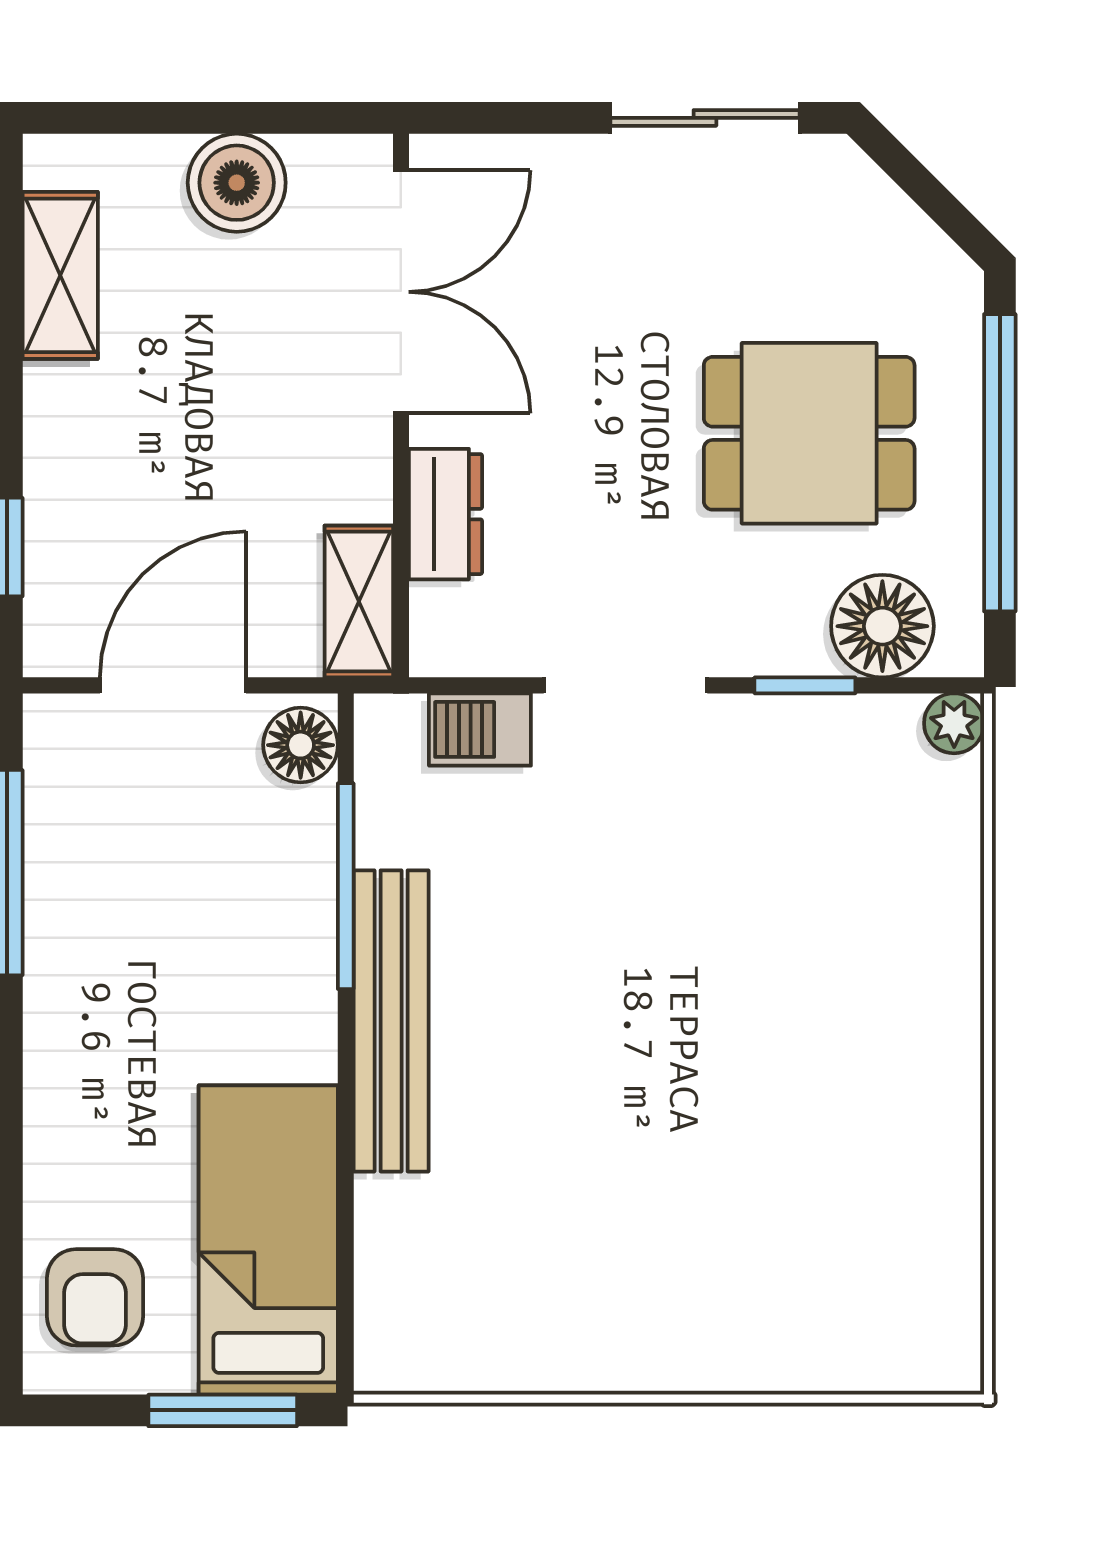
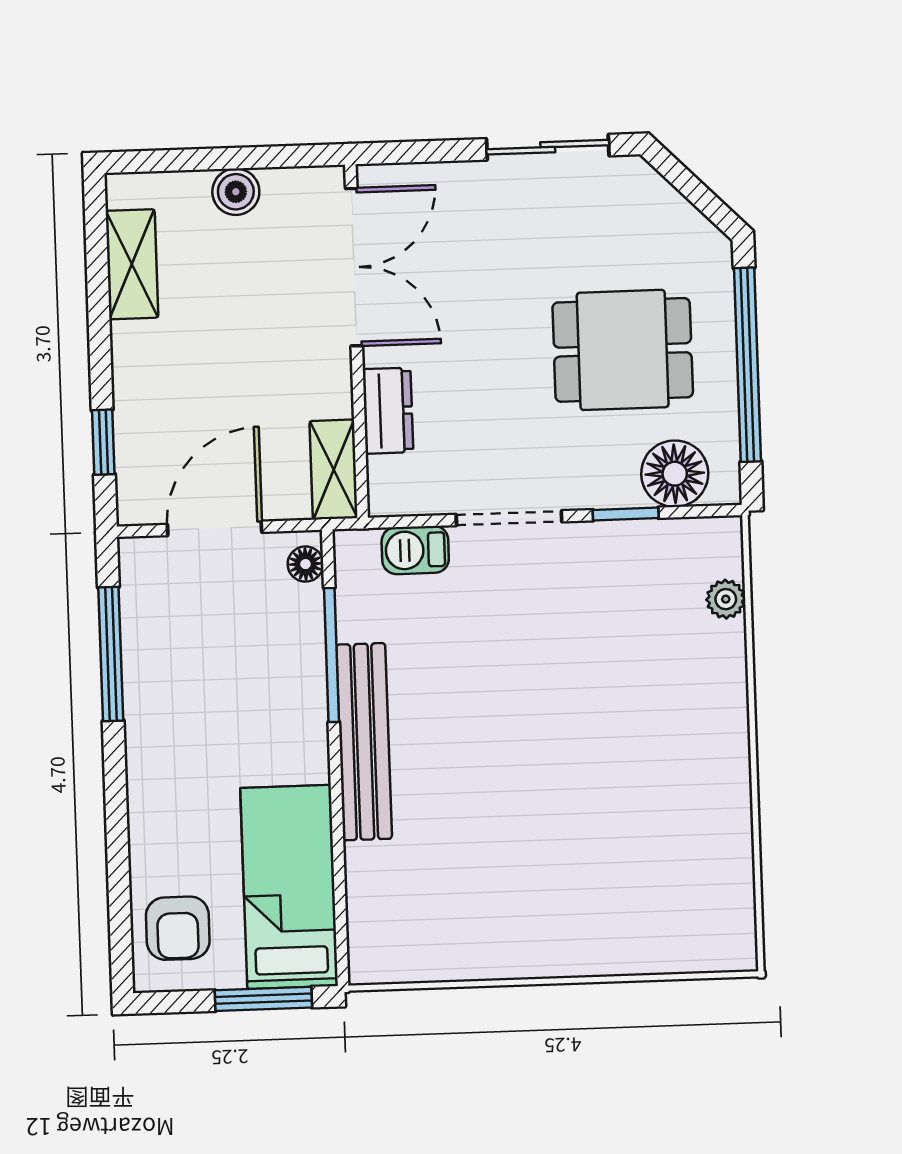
boiler: (237, 183) -> (236, 192), width x0.73, depth x0.73
plant: (954, 723) -> (726, 599), moved
floor lamp: (301, 745) -> (305, 564), width x0.73, depth x0.73

